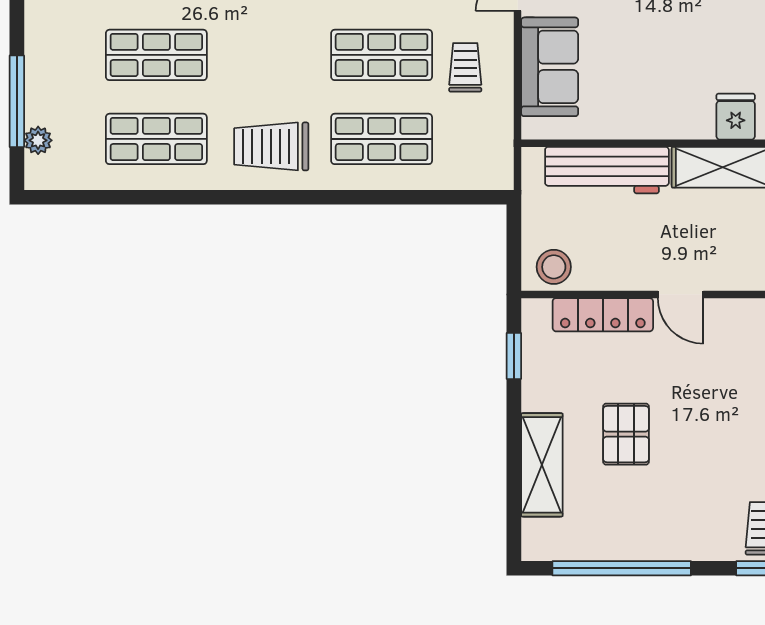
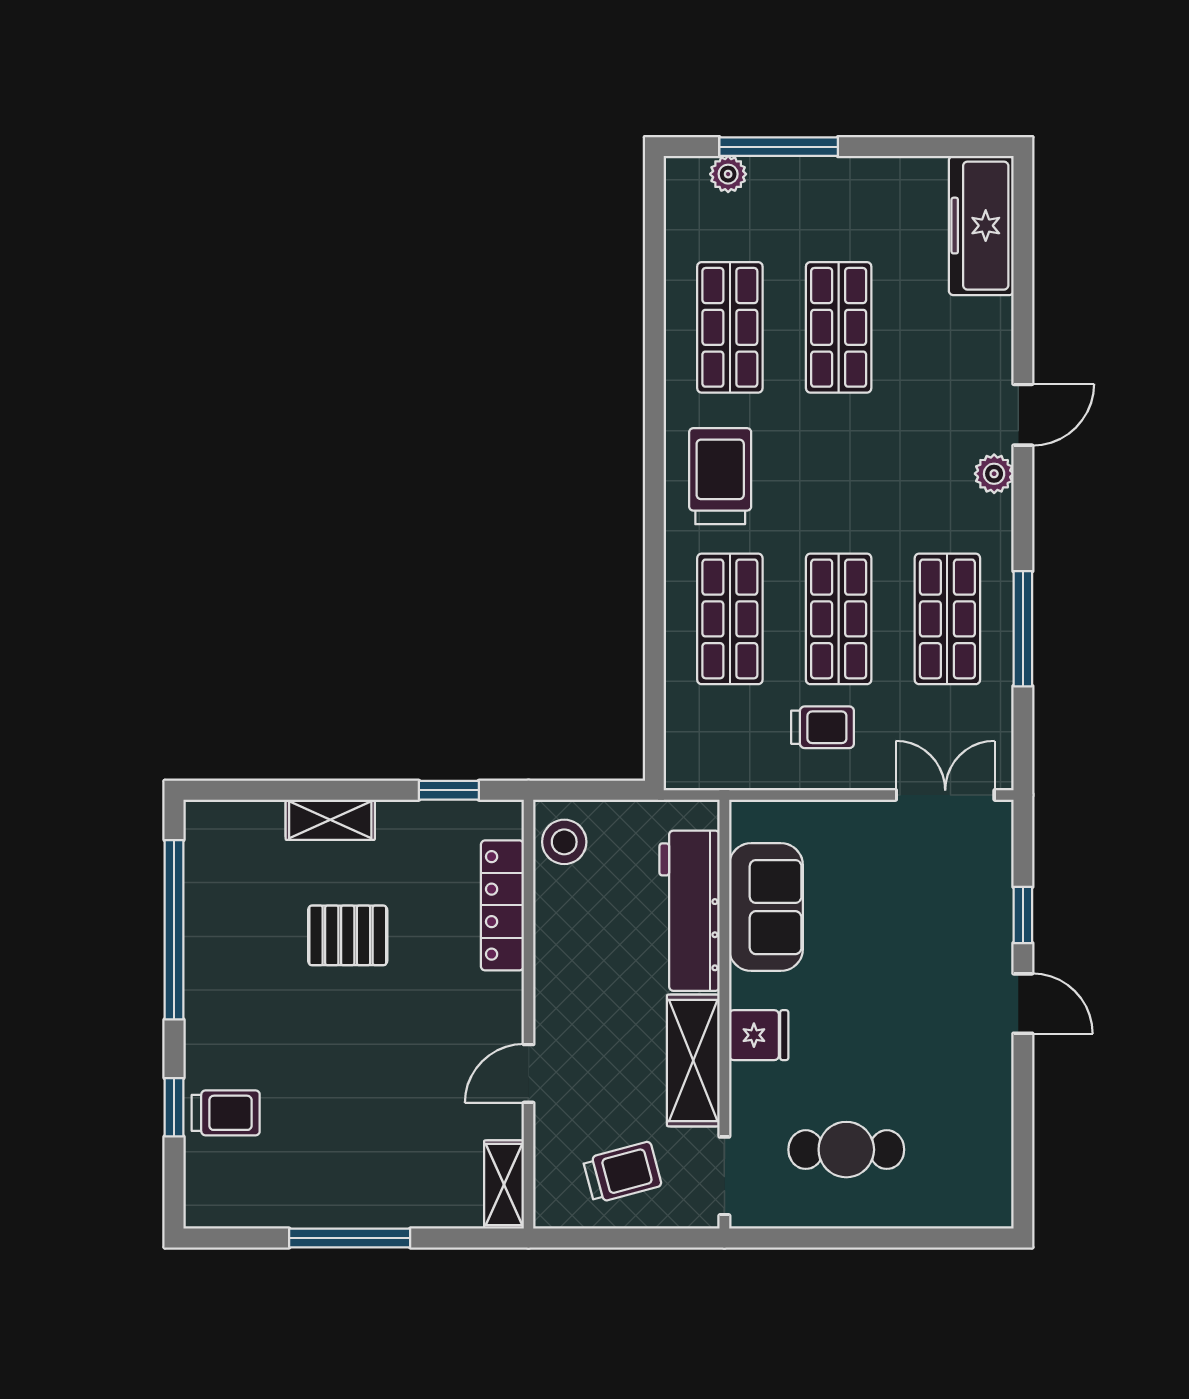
sofa: (550, 67) -> (766, 907), moved, turned -90
fridge: (736, 117) -> (759, 1035), moved
door: (681, 294) -> (528, 1073), moved
shelving: (542, 465) -> (330, 820), width x0.67, depth x0.75

